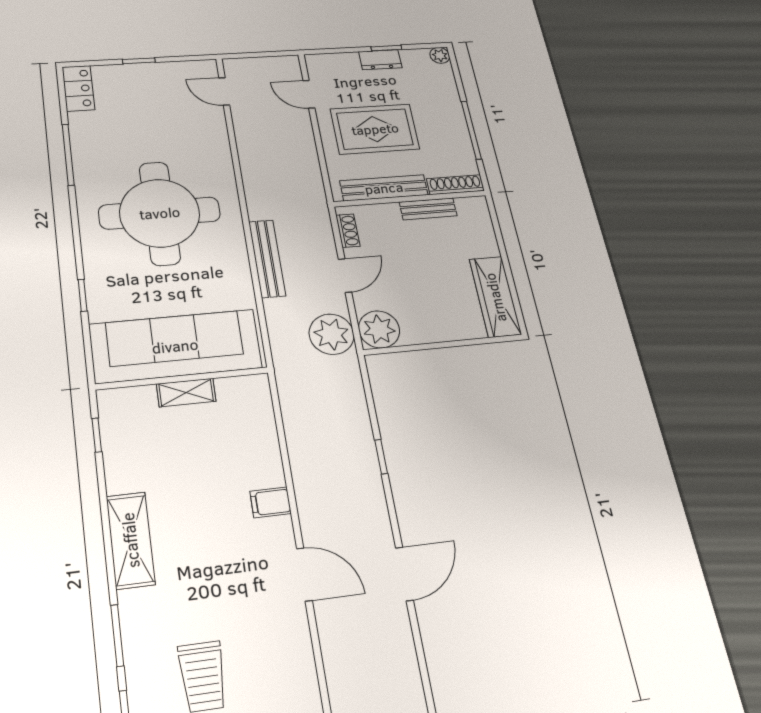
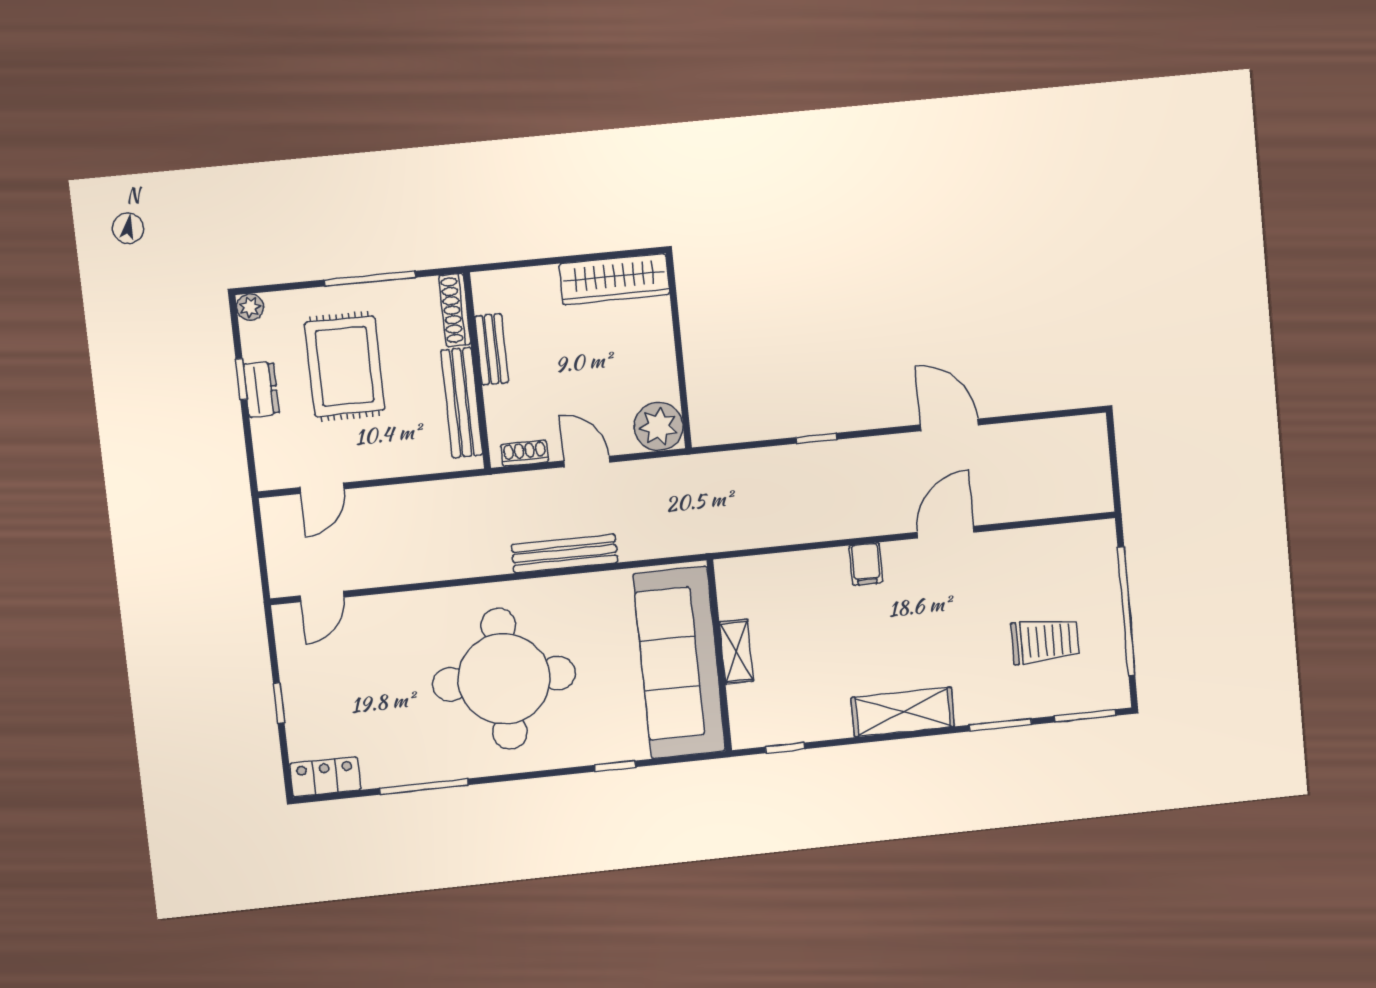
rug: (375, 129) -> (345, 366), moved
plant: (332, 334) -> (665, 483), removed

